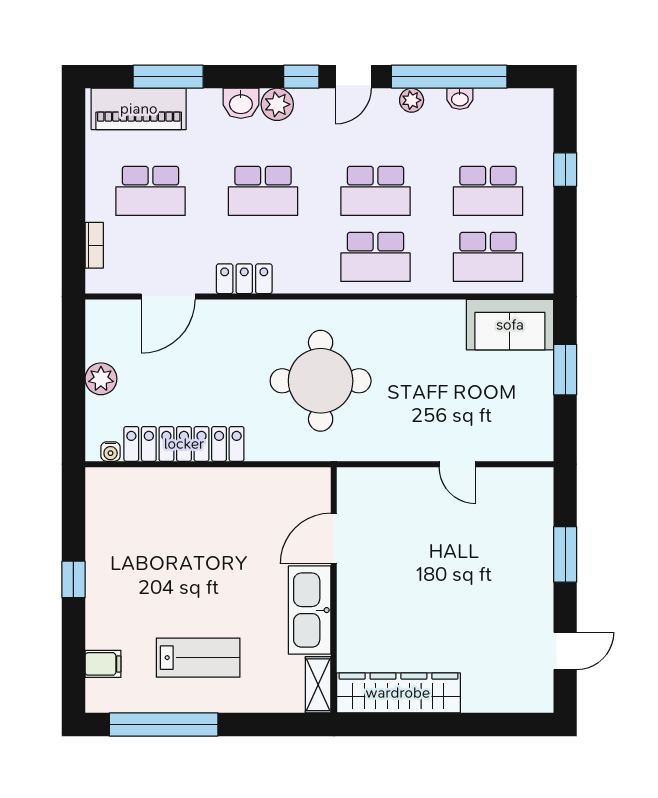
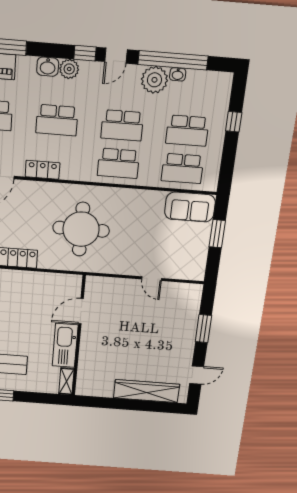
plant: (412, 100) -> (154, 80), width x1.88, depth x1.88
wardrobe: (398, 693) -> (146, 391), moved

